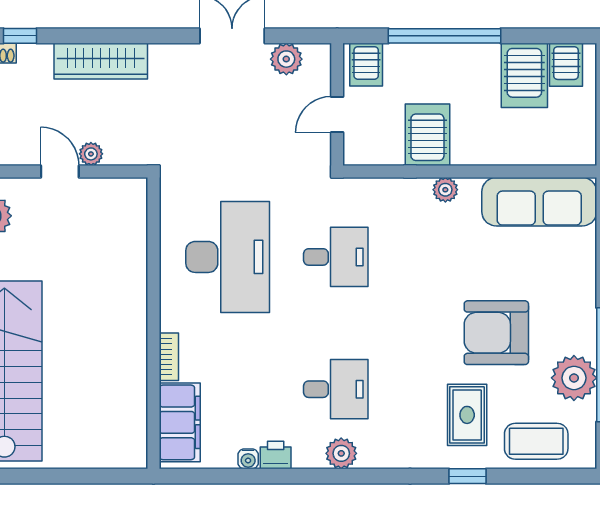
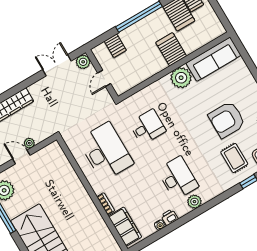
wall: (337, 104) -> (102, 74), moved
door: (337, 114) -> (104, 78), moved
server rack: (427, 135) -> (171, 49), moved
plant: (445, 190) -> (181, 78), width x1.87, depth x1.87
desk: (336, 389) -> (178, 178), width x1.37

